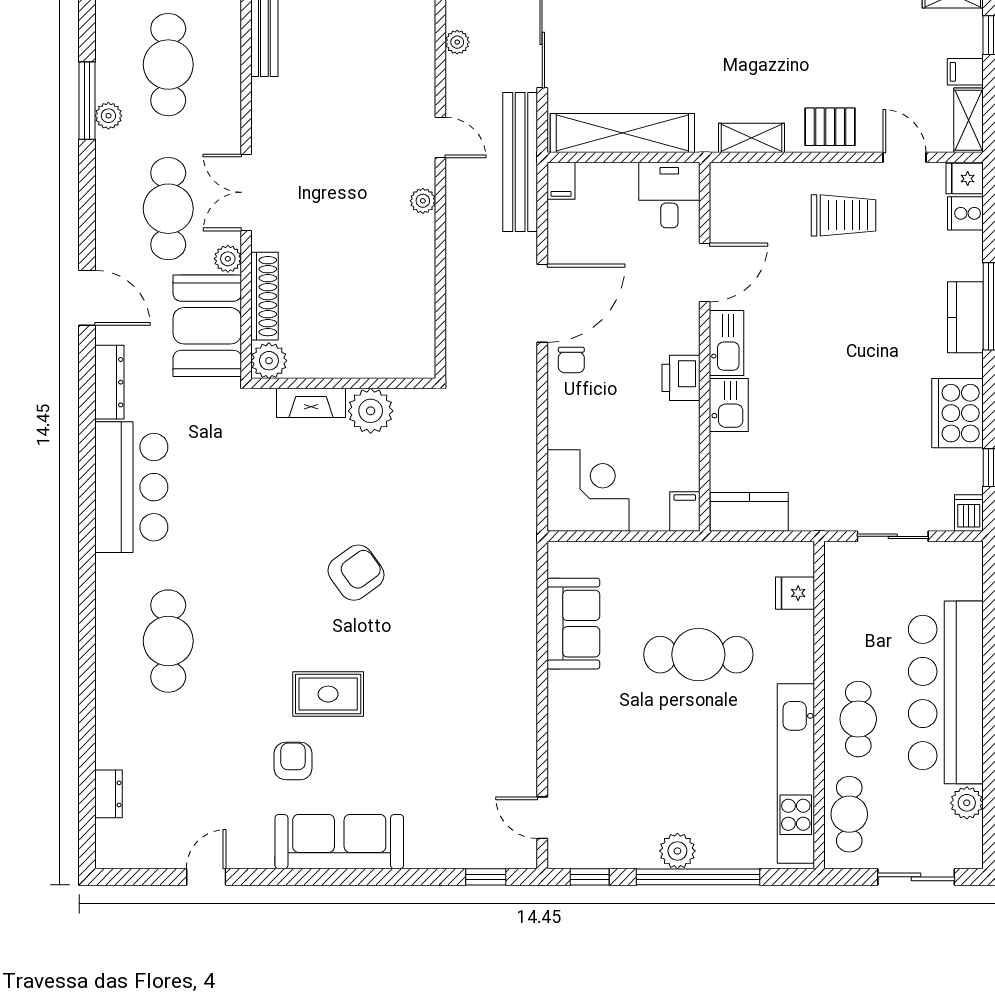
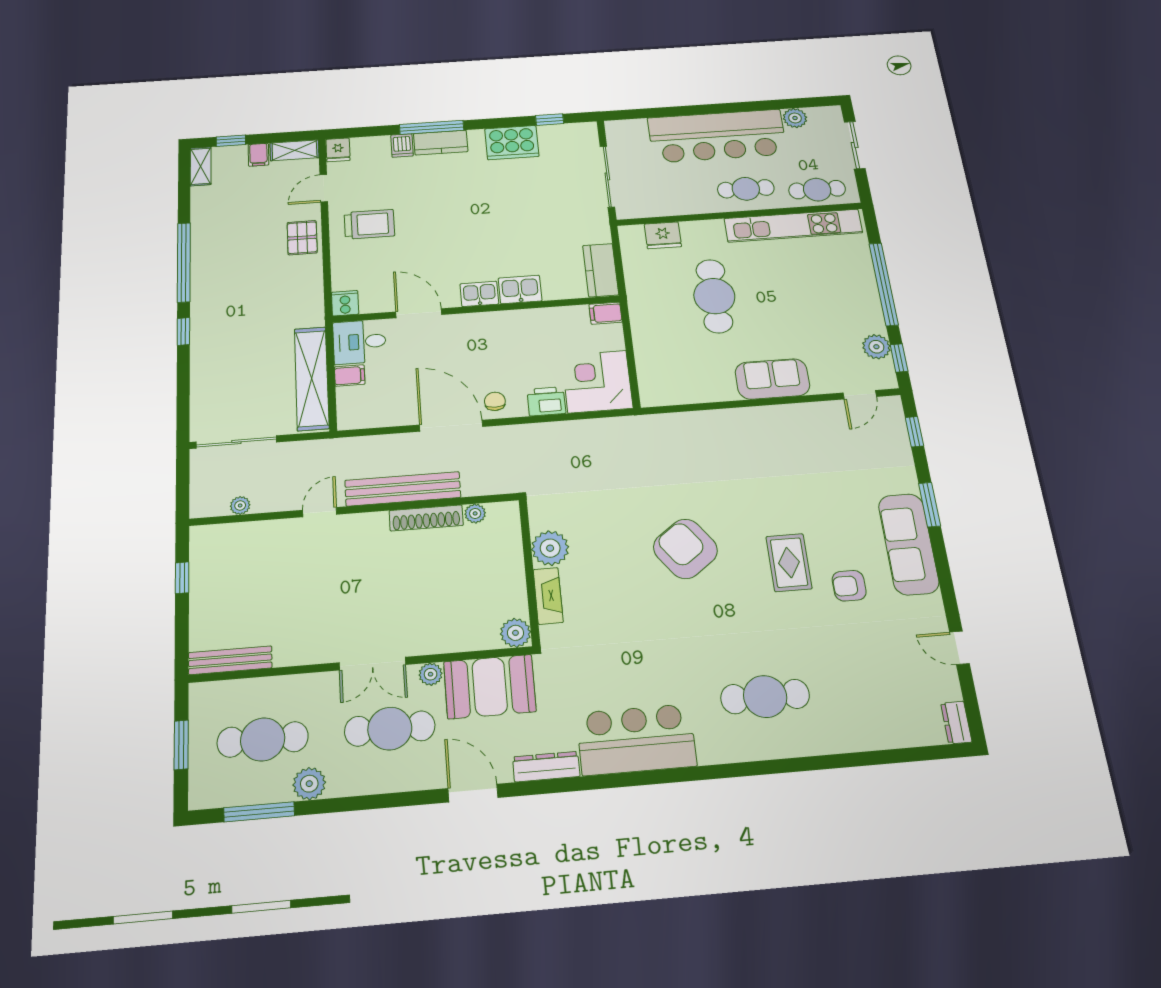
window: (87, 101) -> (259, 812), moved
plant: (108, 116) -> (309, 784), width x1.38, depth x1.38
shelving: (752, 138) -> (312, 289), removed
bench: (520, 162) -> (403, 489), moved
filing cabinet: (561, 181) -> (350, 376), moved
plant: (423, 201) -> (475, 513), moved
cooker: (965, 213) -> (345, 303), moved, turned 180
trolley: (844, 215) -> (369, 224), turned 90
shoe rack: (265, 296) -> (426, 518), moved, turned 180
door: (87, 298) -> (473, 793), hinge flipped
kitchen sink: (727, 343) -> (479, 294), width x0.73
chair: (571, 360) -> (495, 401), turned -90
printer: (681, 378) -> (546, 401), moved, turned 180
dishwasher: (969, 513) -> (402, 145), moved, turned -90
sliding door: (893, 536) -> (607, 176), width x1.37
armchair: (356, 573) -> (685, 549), width x1.36, depth x1.36
fridge: (795, 593) -> (663, 235), width x1.38
sofa: (573, 624) -> (772, 379), moved
dresser: (109, 794) -> (956, 722), moved, turned -90
plant: (677, 851) -> (876, 347), moved
window: (388, 877) -> (930, 505), added

